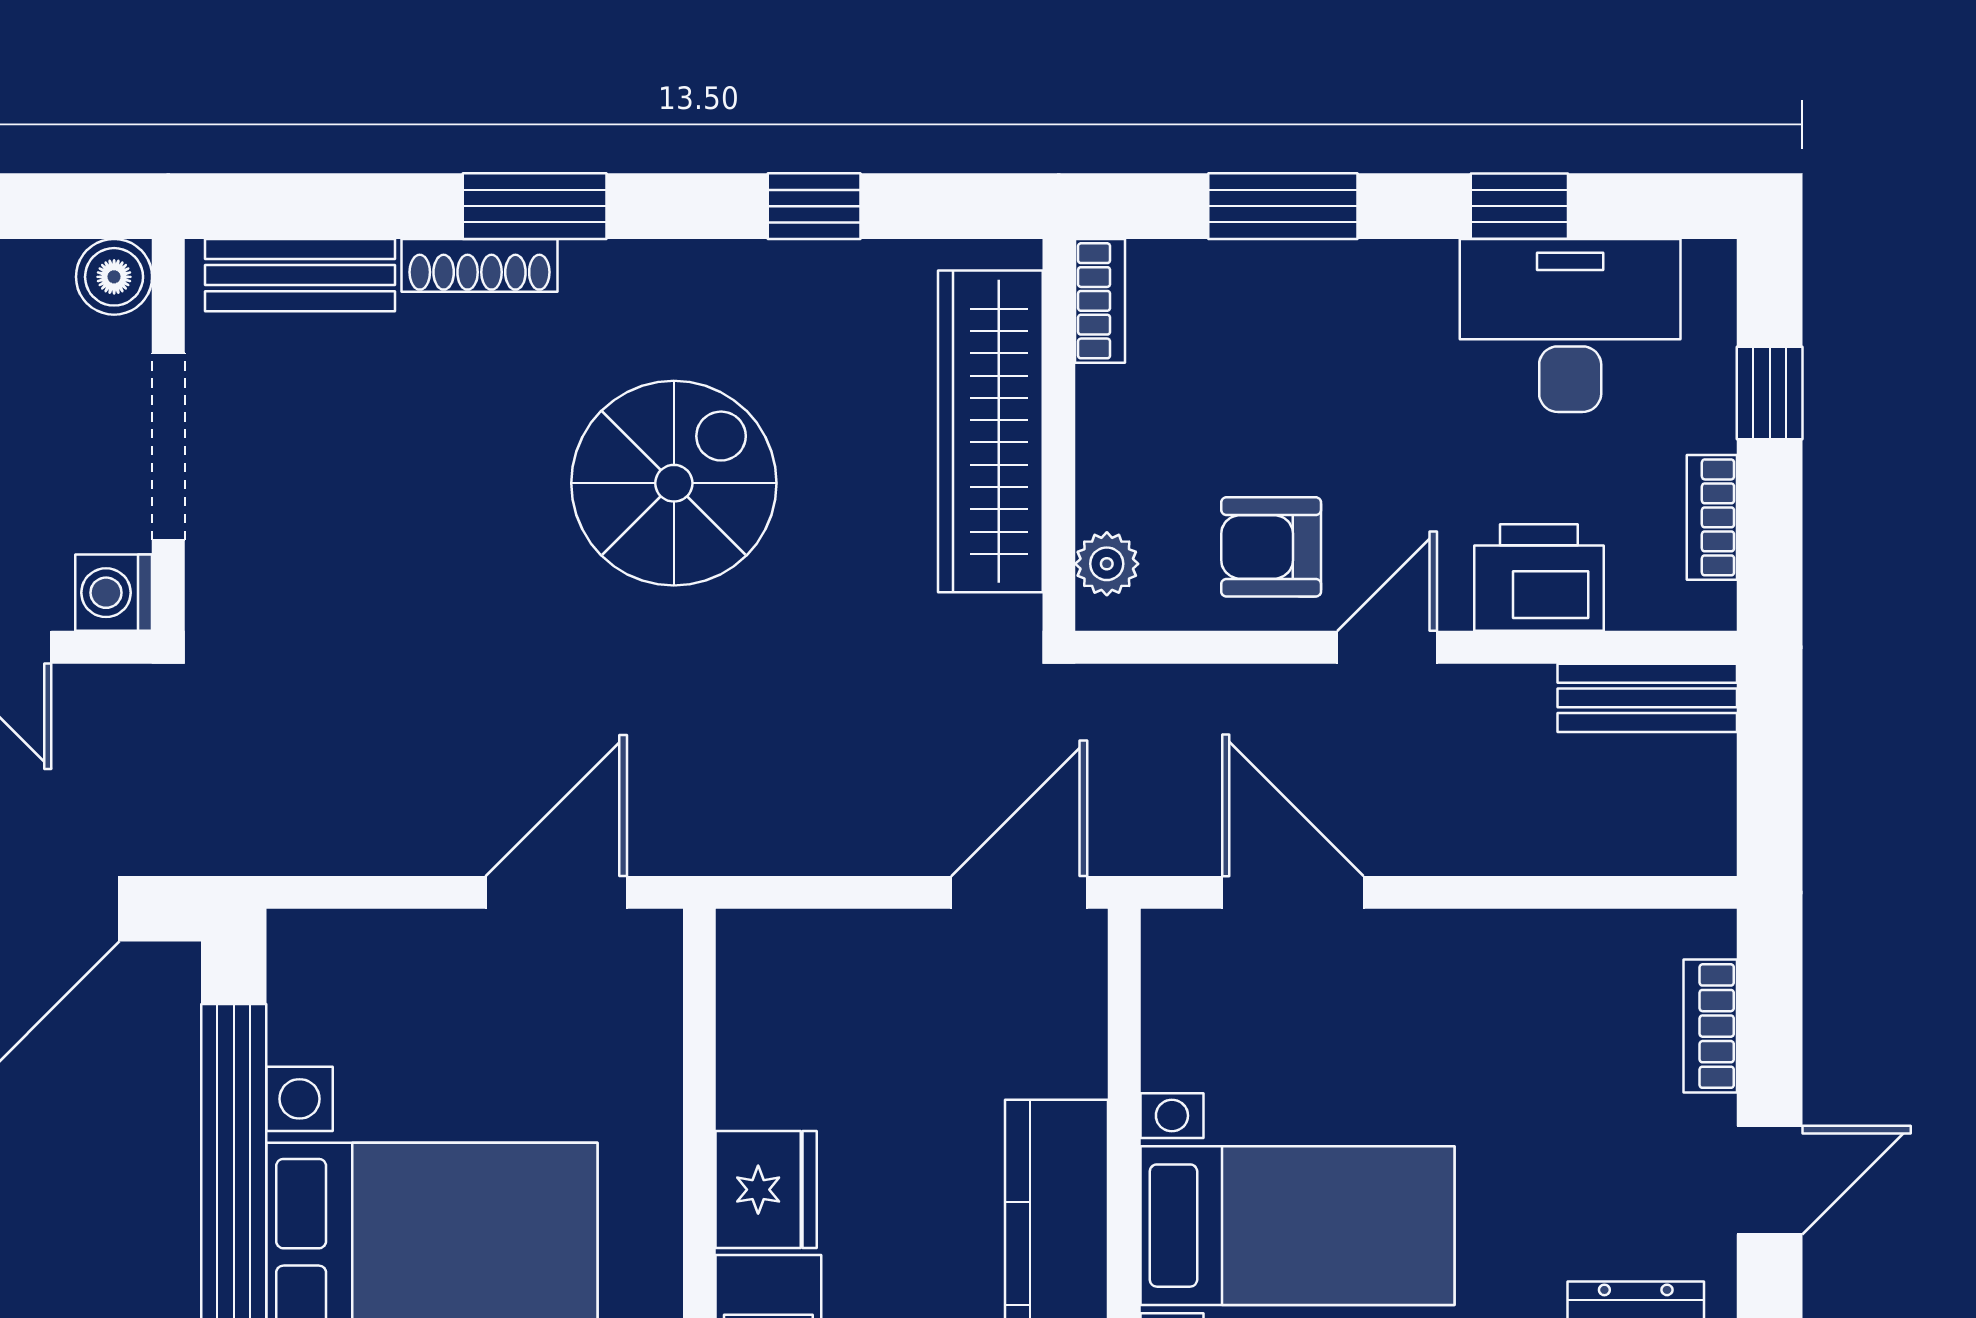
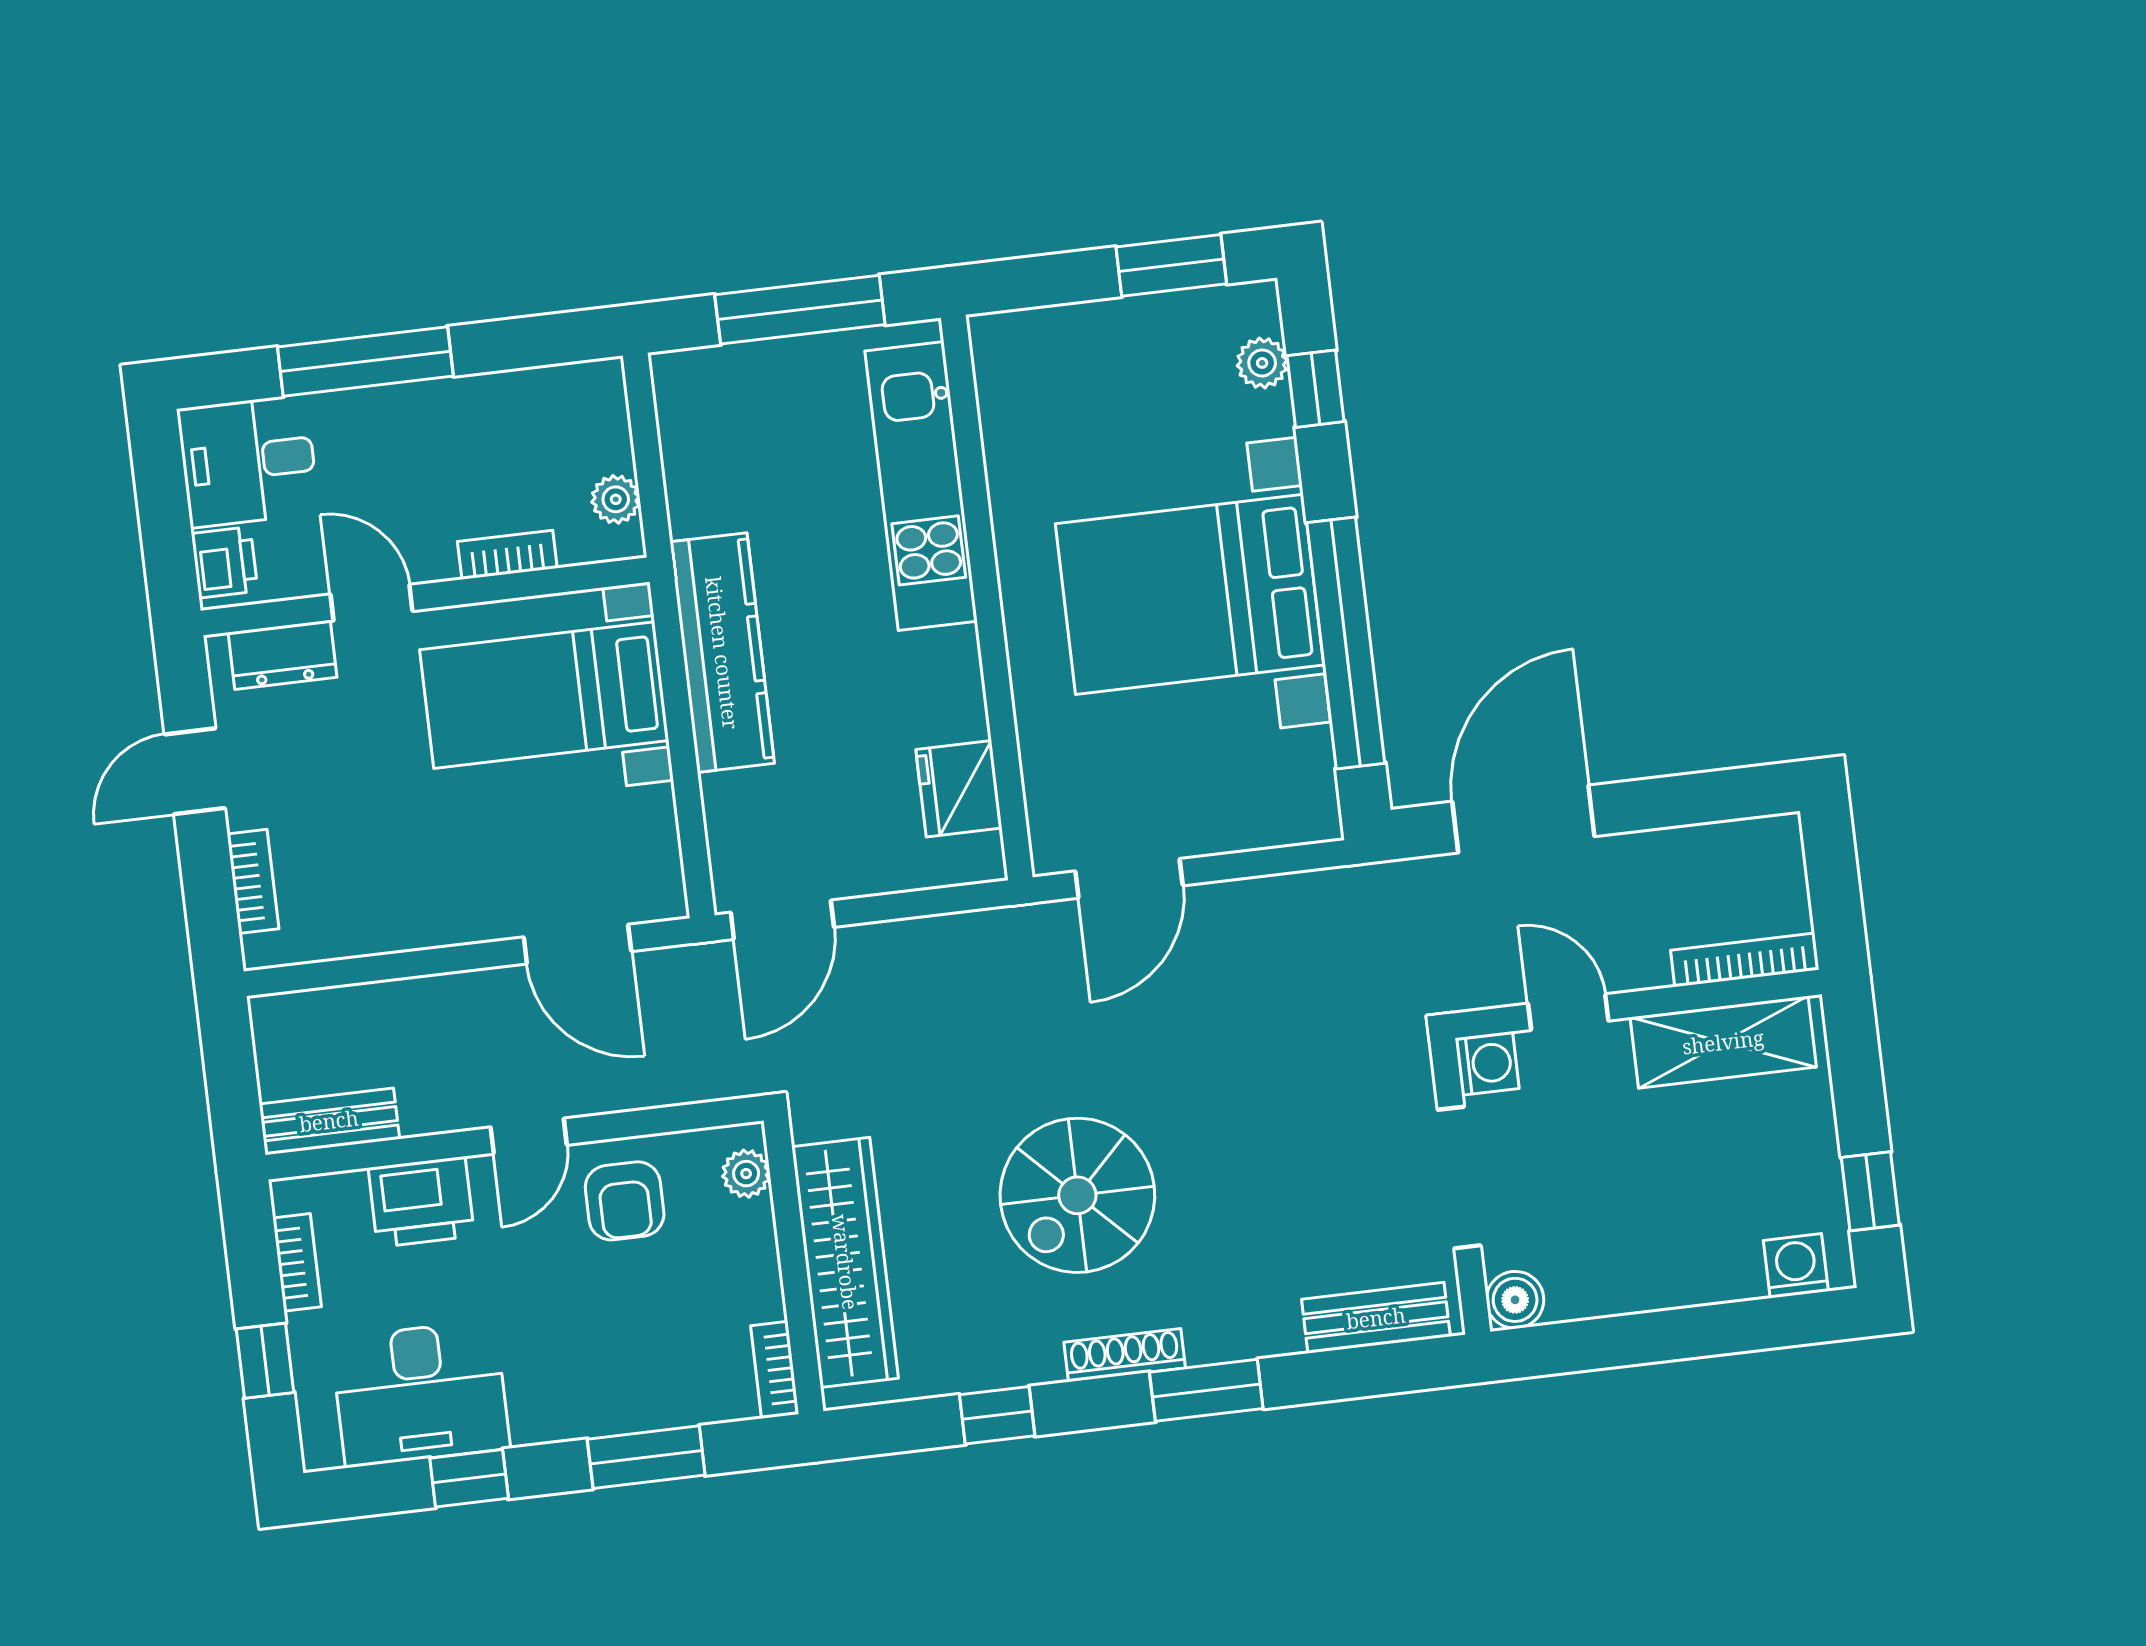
shoe rack: (480, 265) -> (1125, 1355), moved
armchair: (1271, 547) -> (625, 1201), turned 90
fridge: (766, 1190) -> (959, 789), moved

